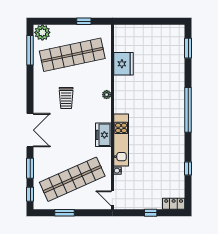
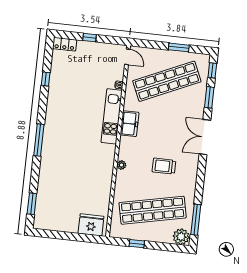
fridge: (123, 64) -> (91, 225), moved, turned 90
trolley: (66, 98) -> (164, 166), turned -90
window: (188, 110) -> (39, 140), width x0.68

